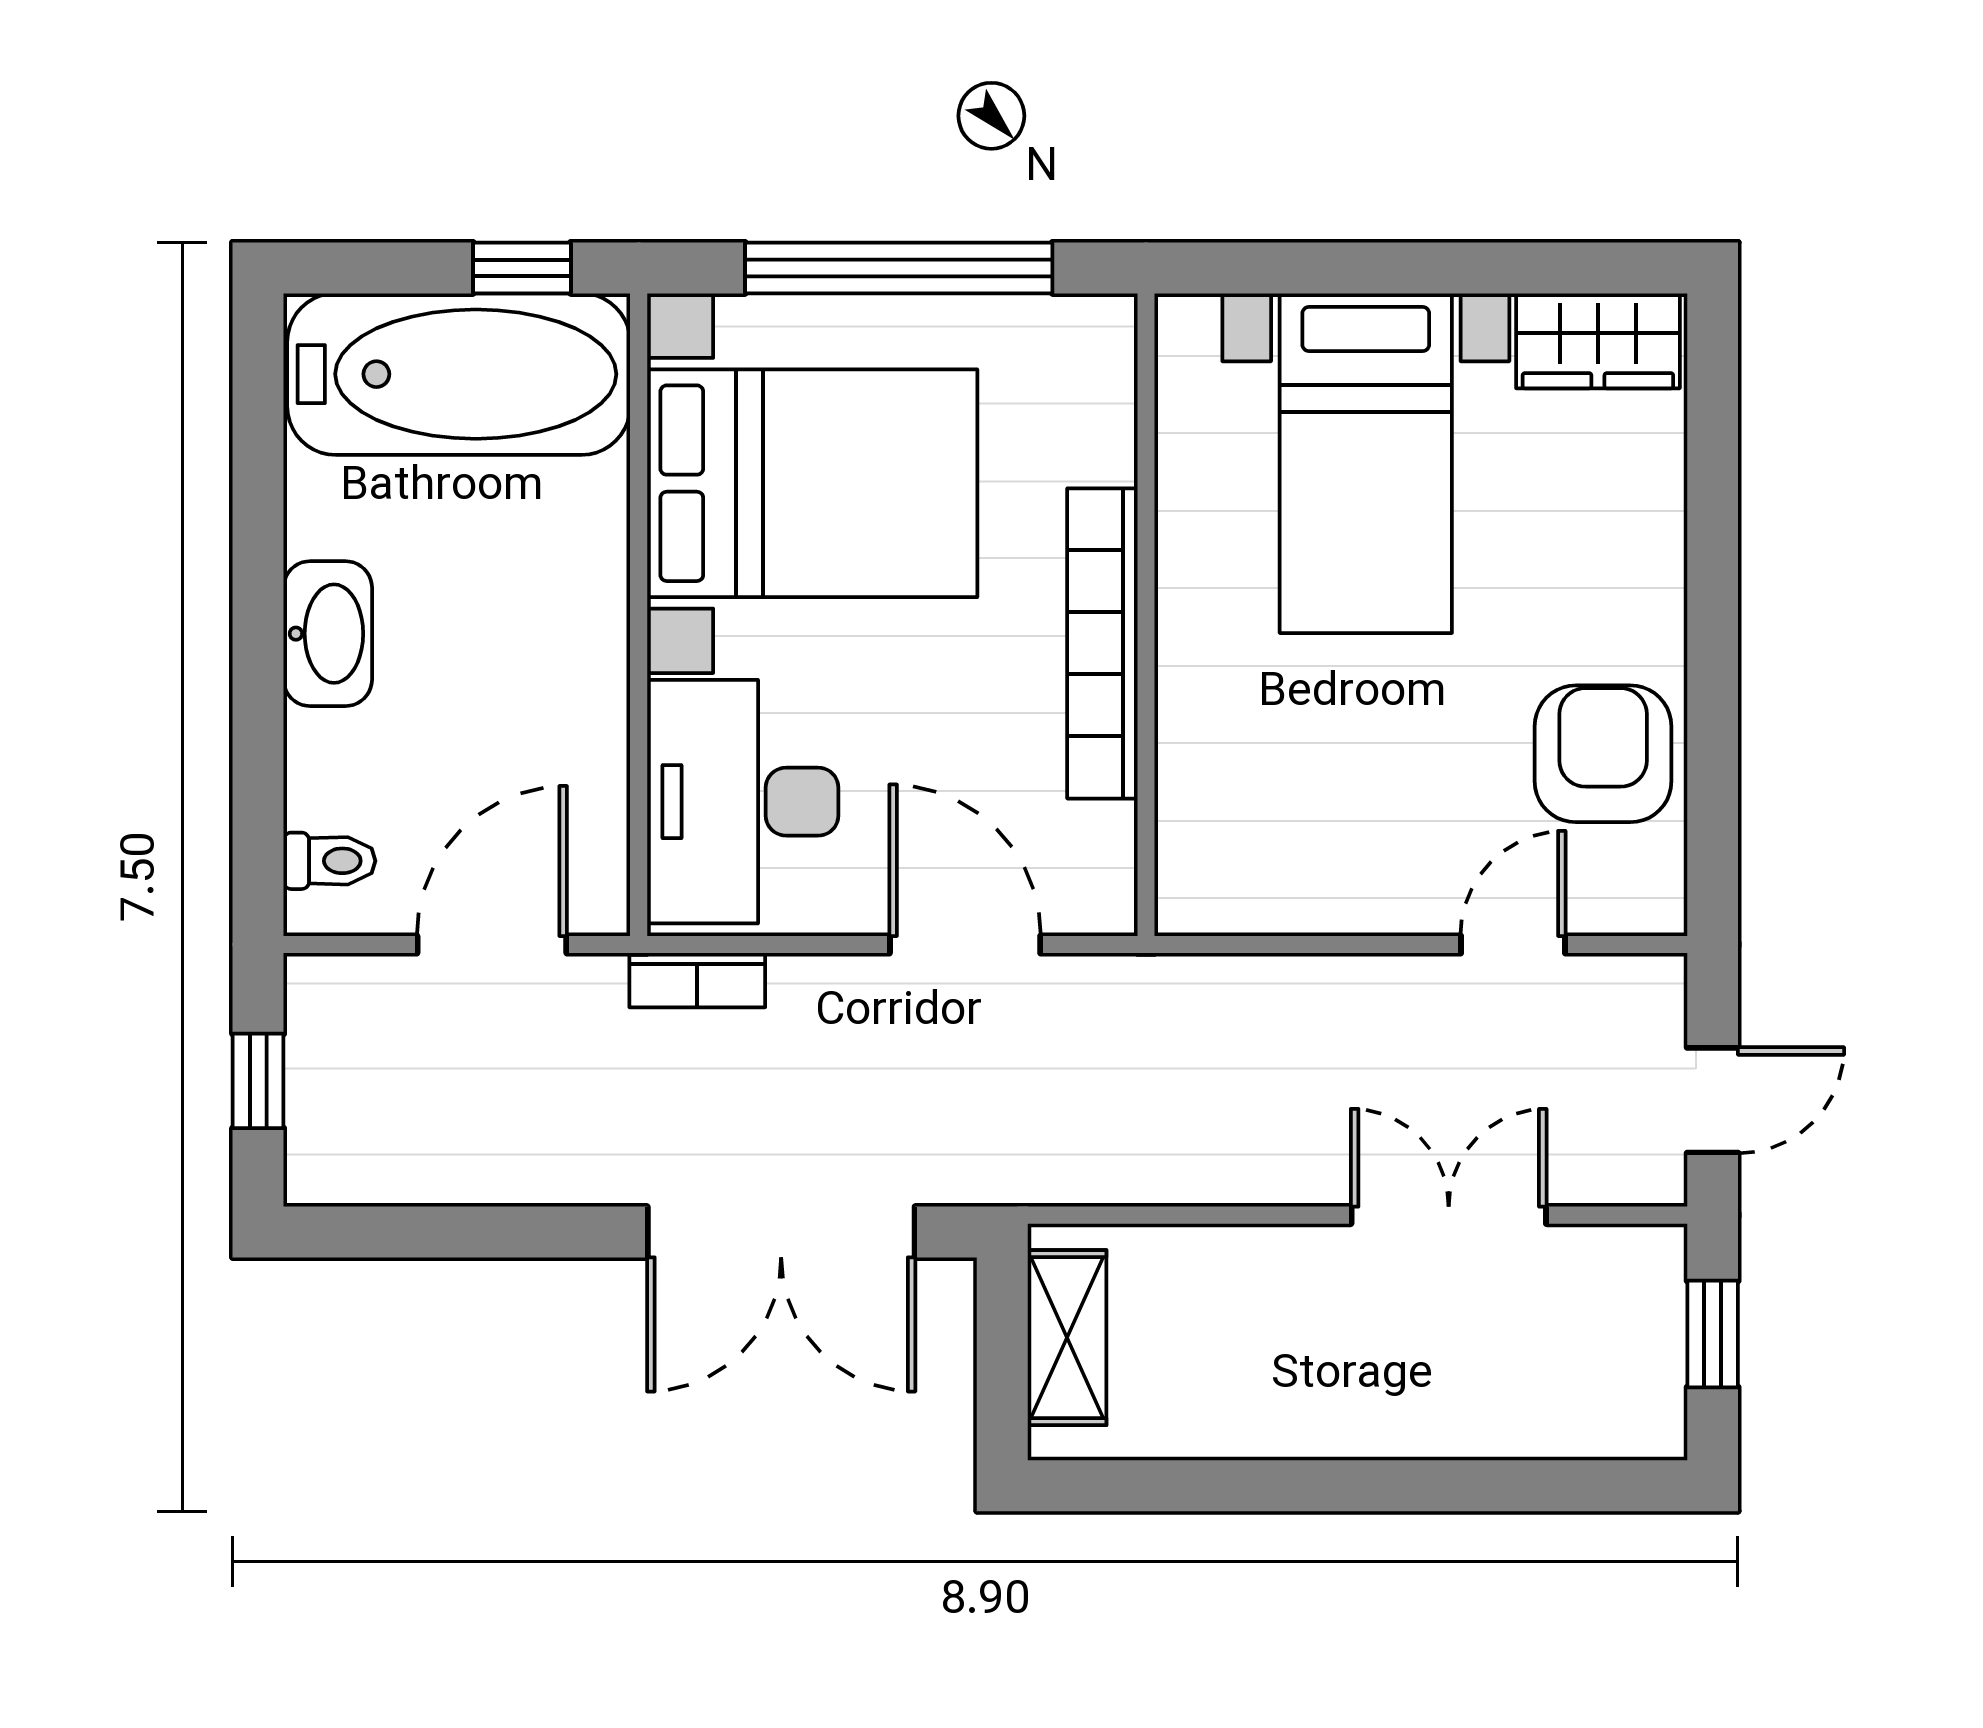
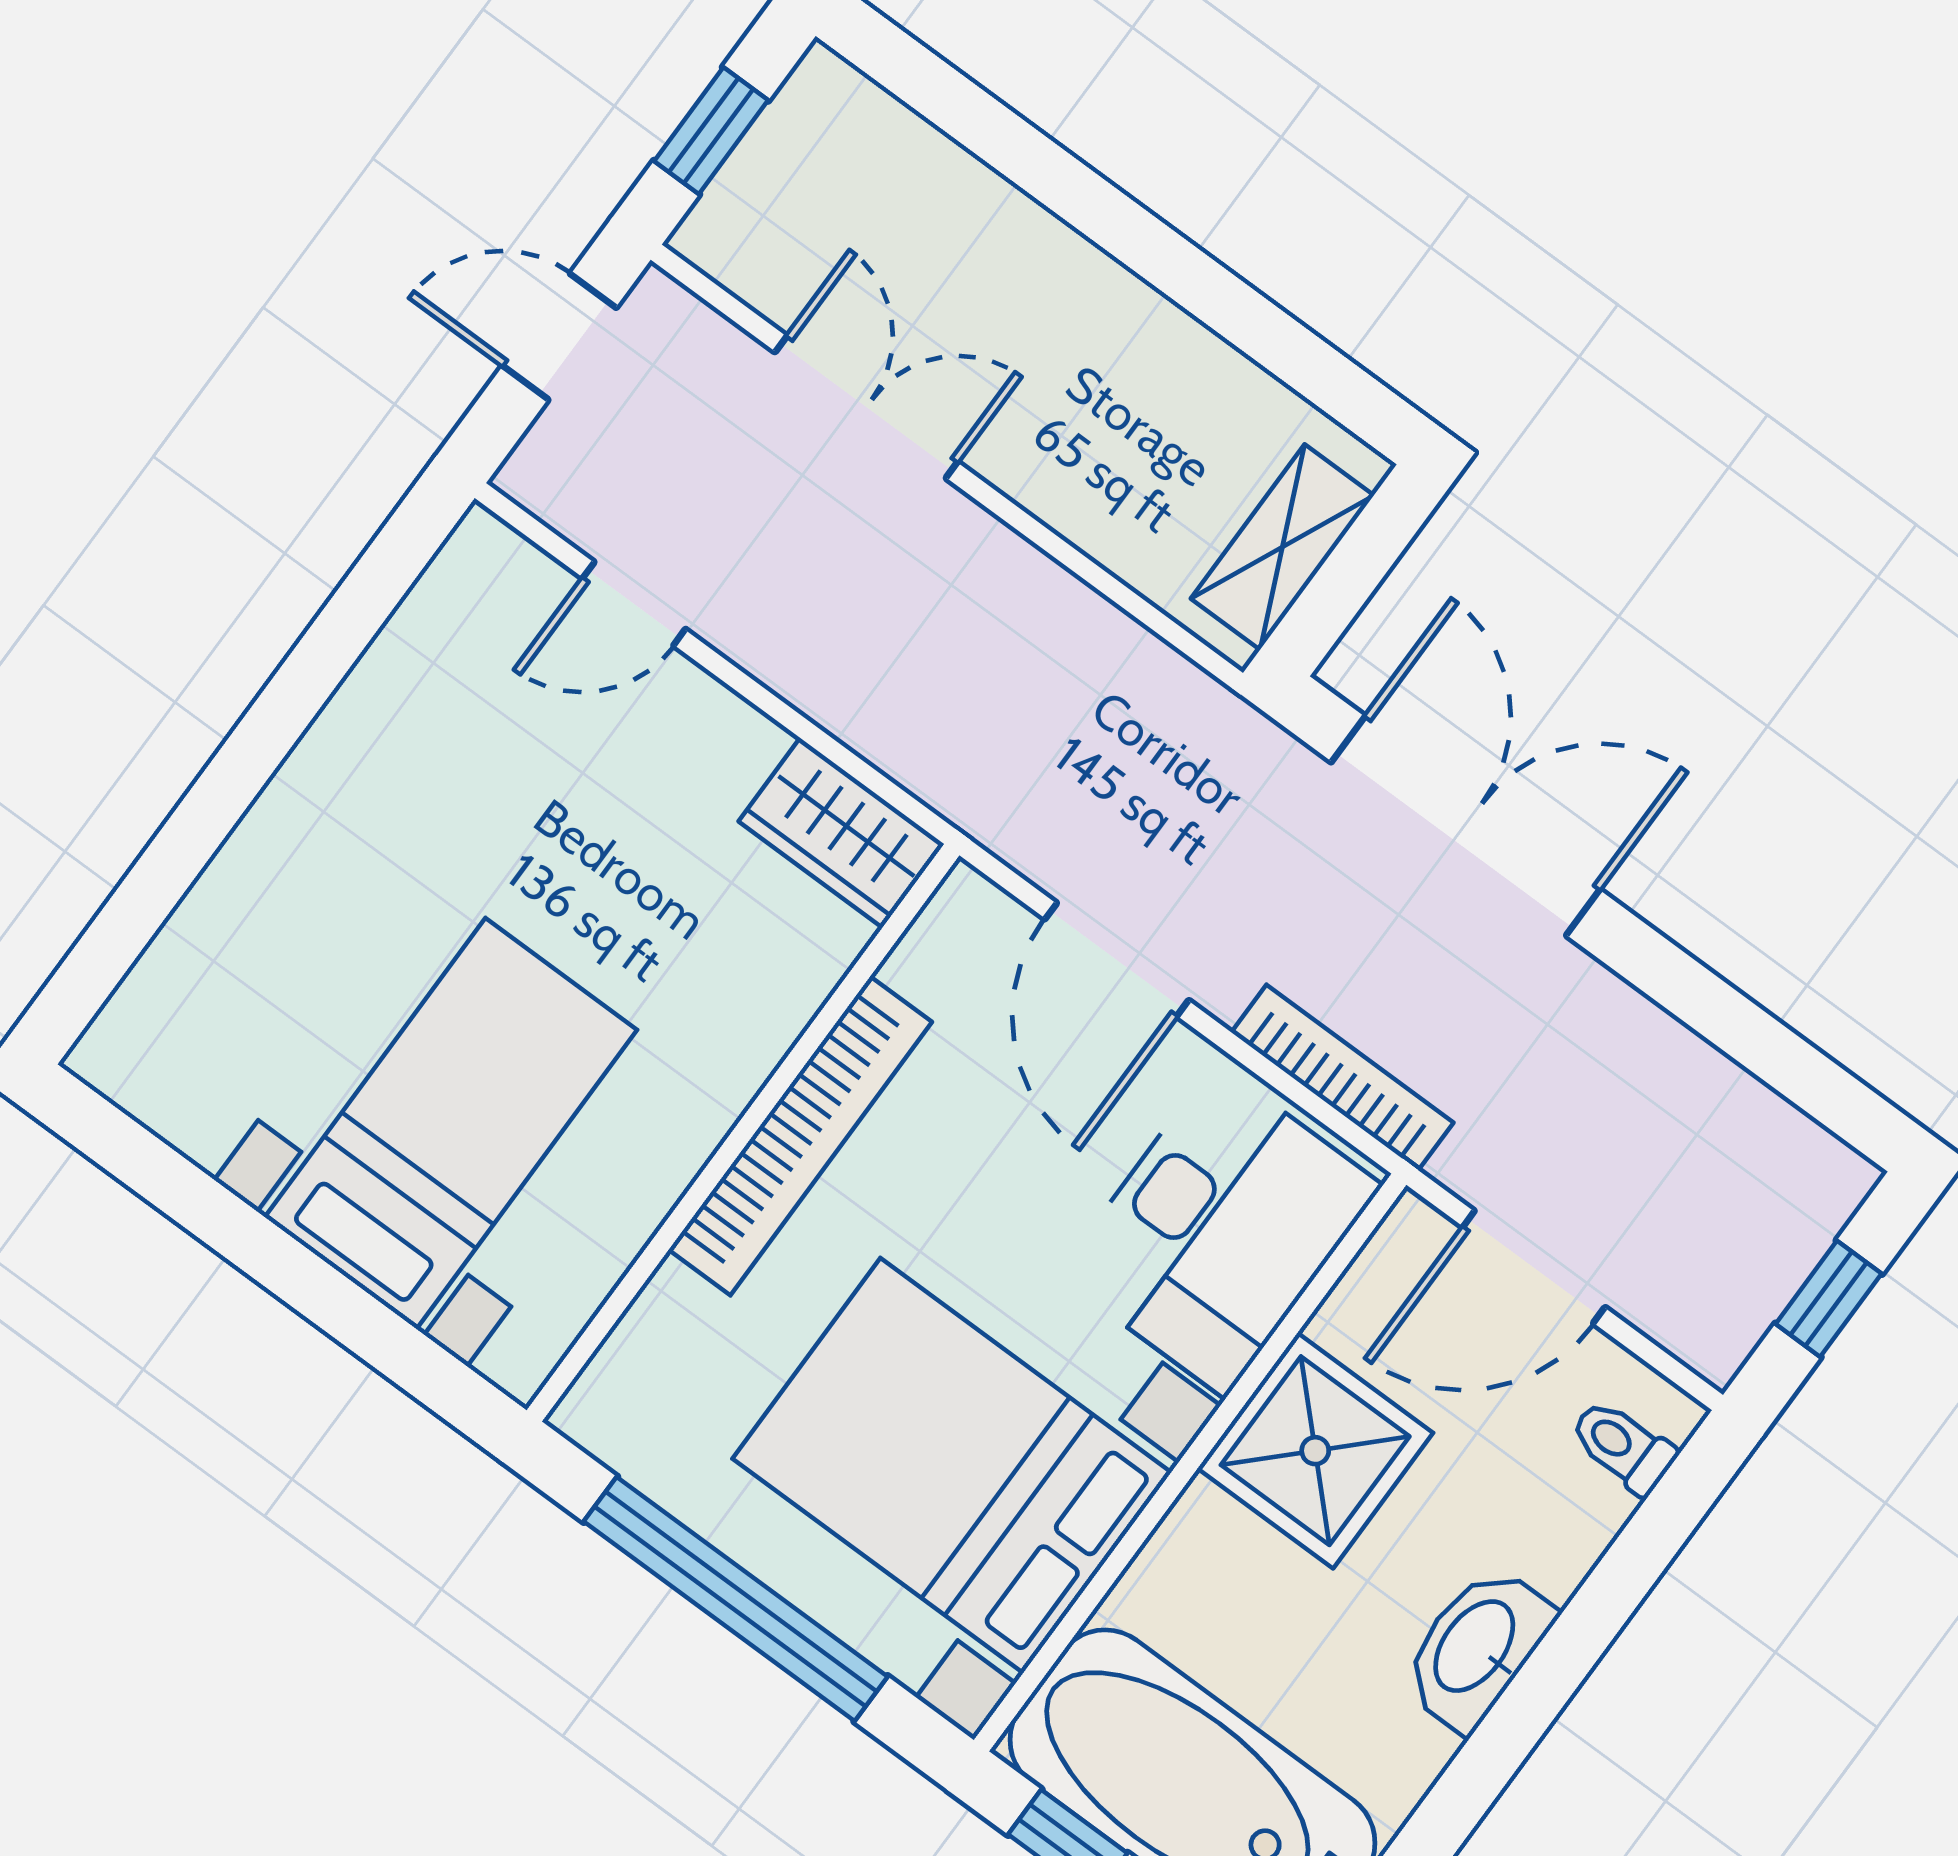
wardrobe: (1598, 341) -> (841, 833), moved, turned 180
shower: (553, 691) -> (1315, 1451), added
armchair: (1603, 754) -> (431, 713), removed
bookcase: (697, 980) -> (1342, 1077), width x1.56
double door: (1449, 1215) -> (866, 407), swing flipped

